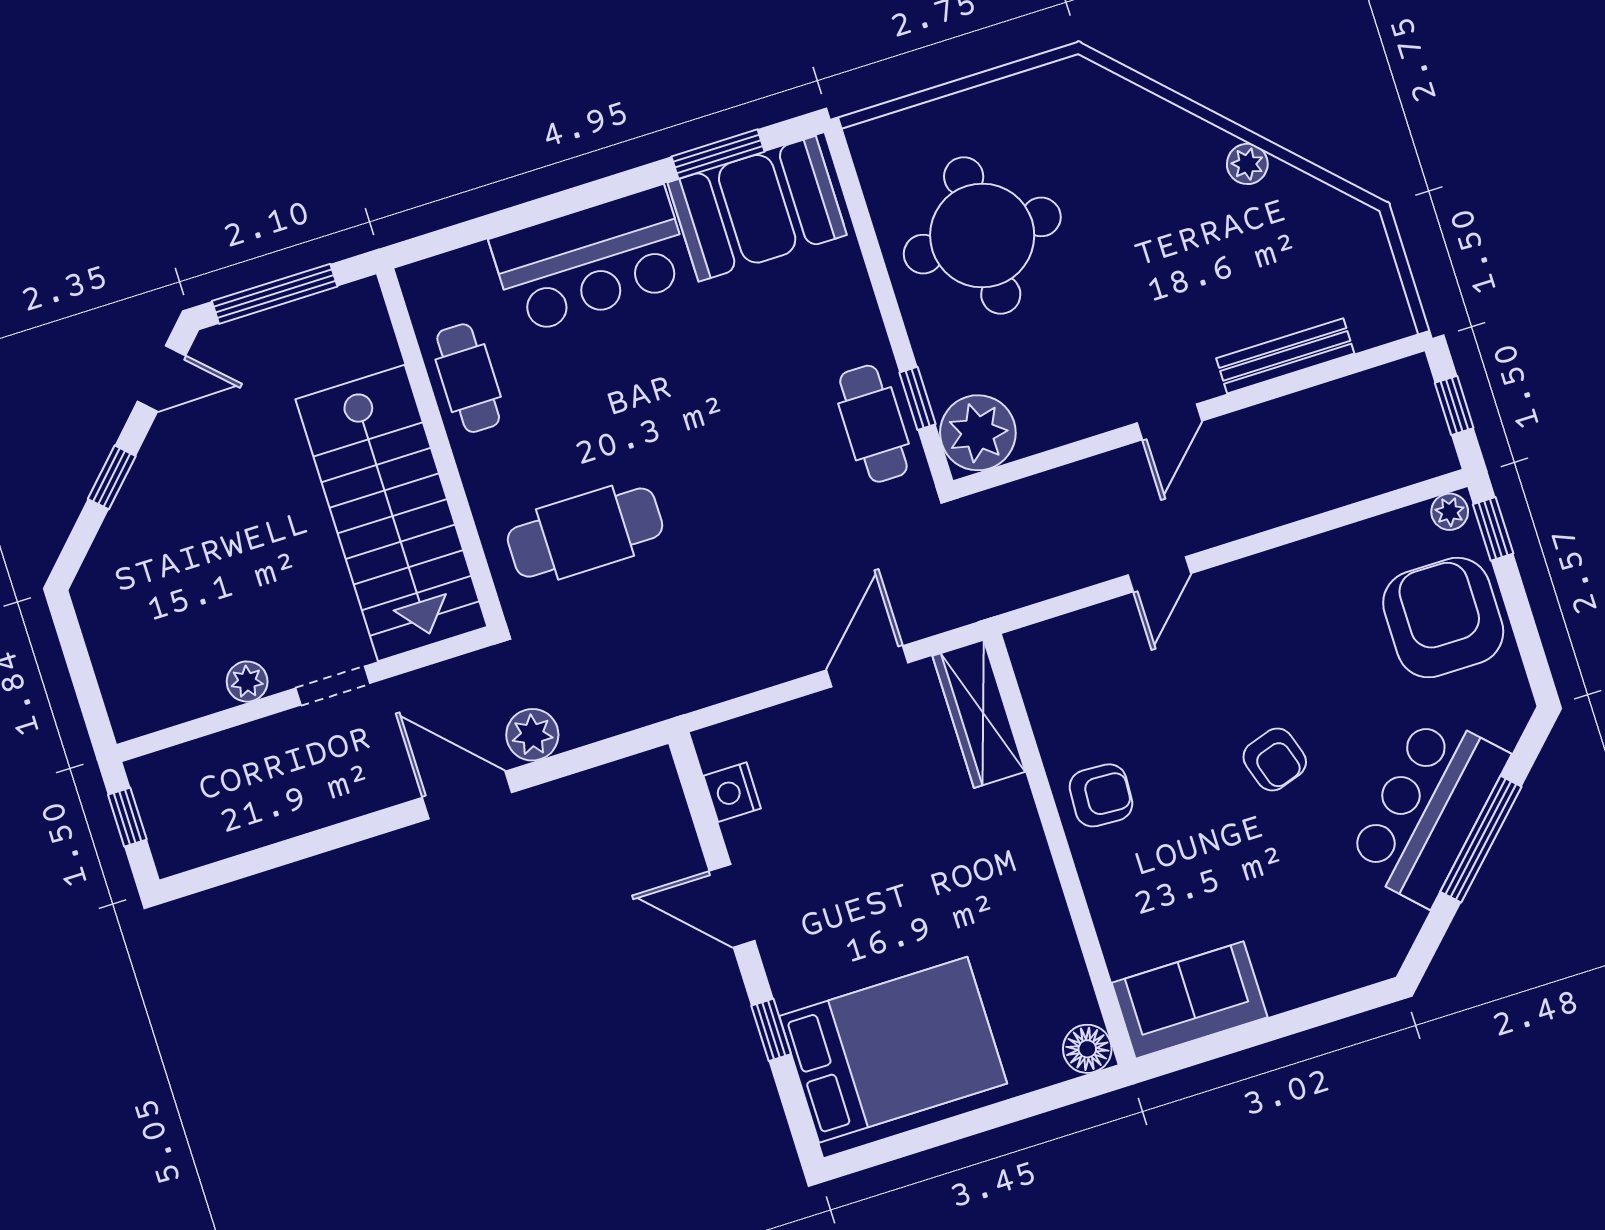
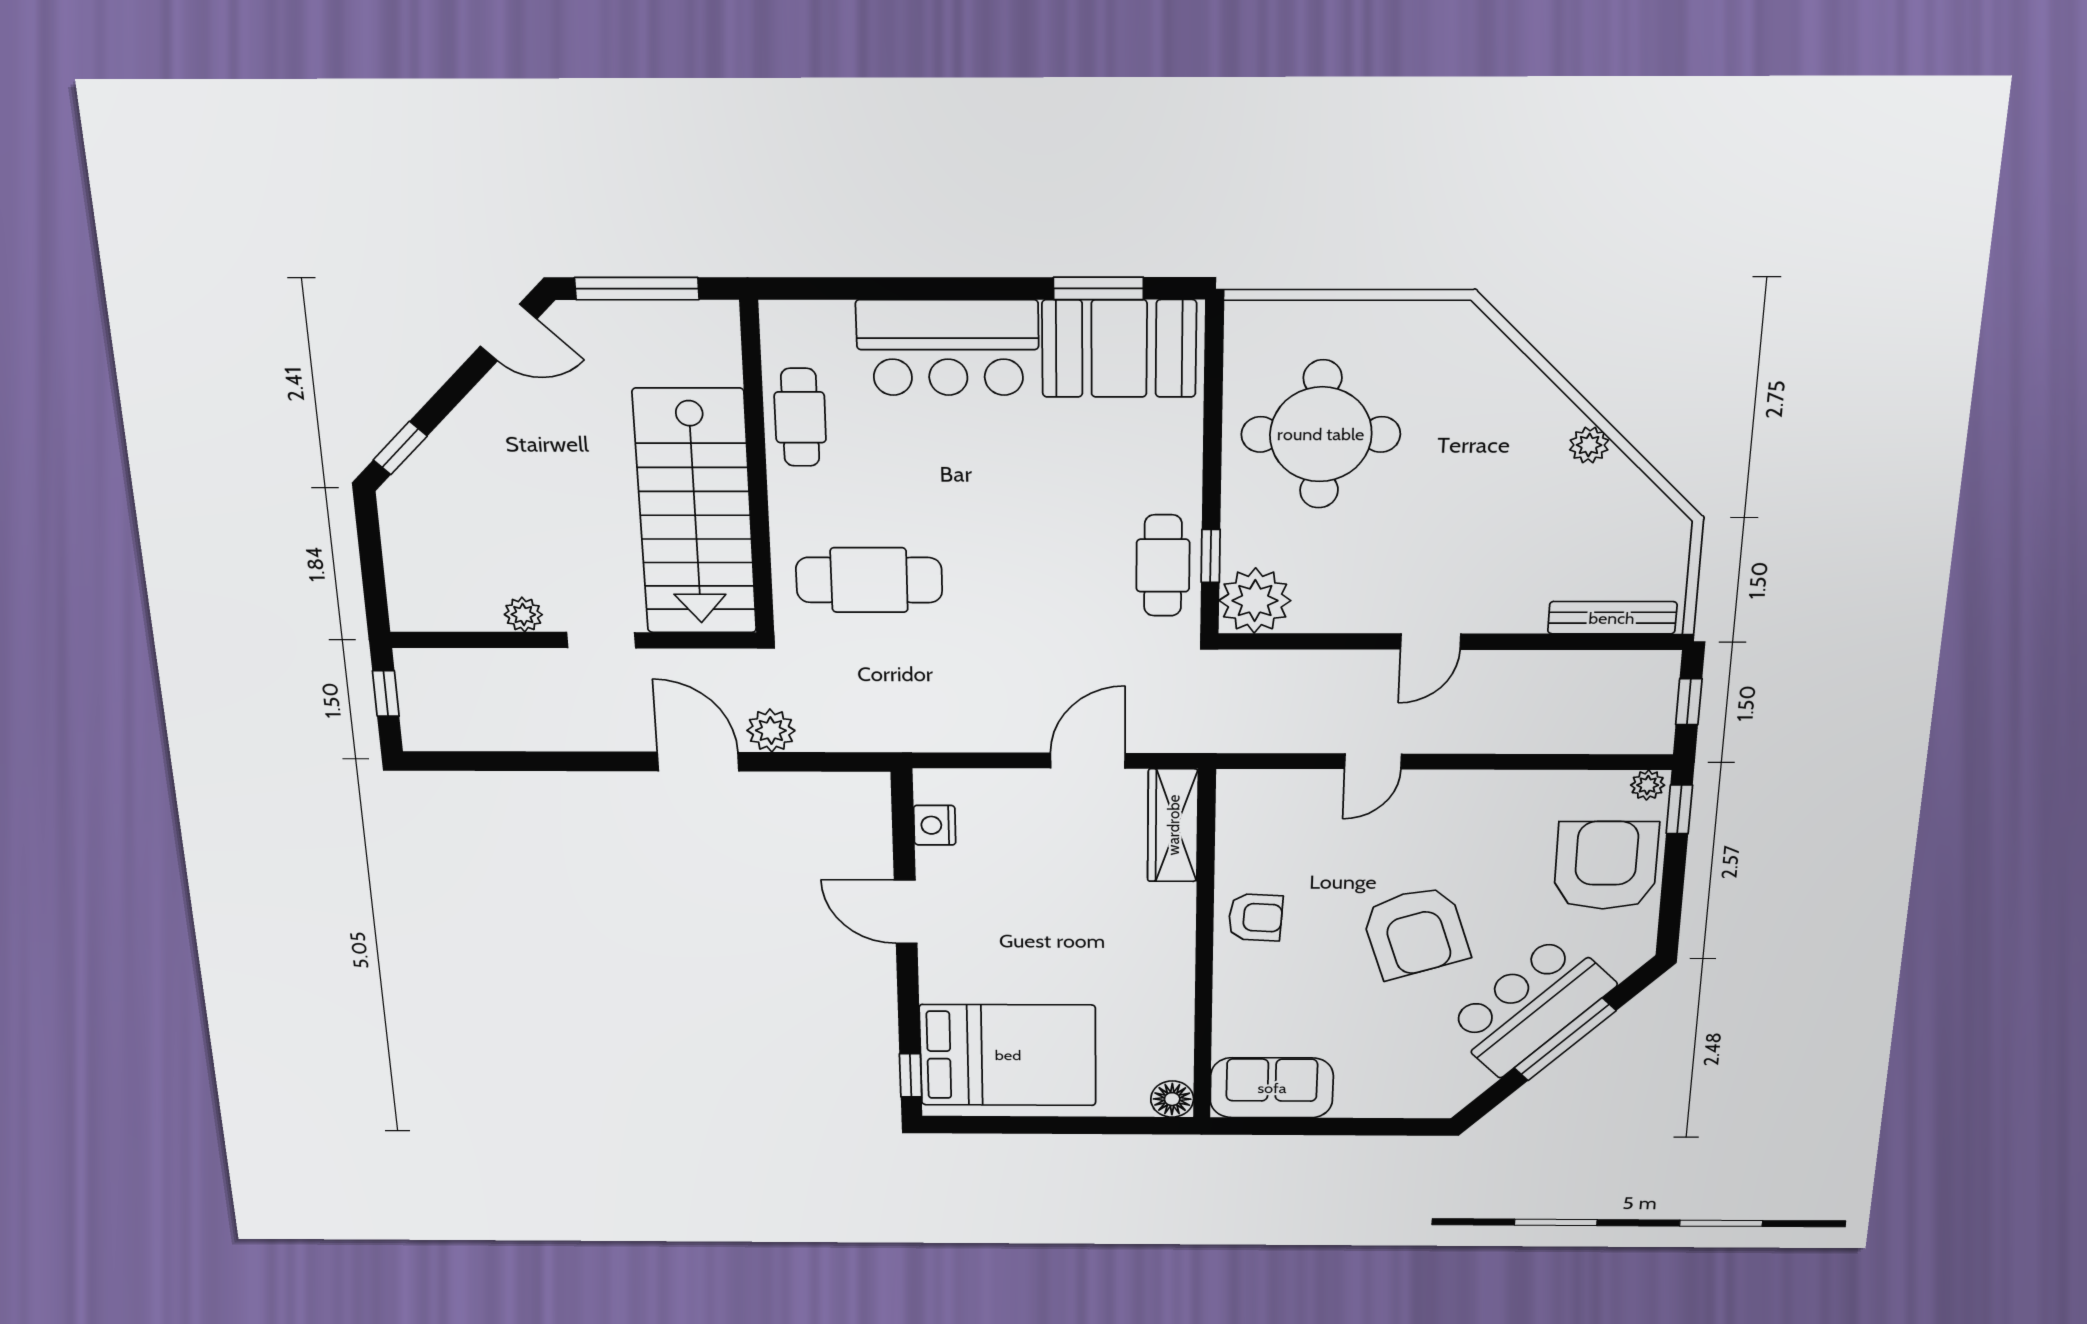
bench: (1285, 356) -> (1612, 618), moved
window: (112, 477) -> (400, 448), moved
armchair: (1275, 759) -> (1415, 932), width x1.88, depth x1.88
window: (771, 1030) -> (911, 1075), moved

